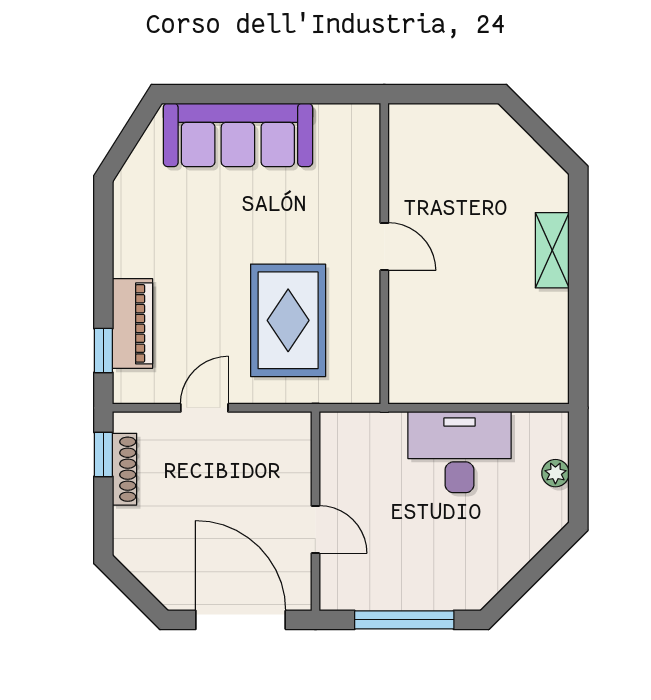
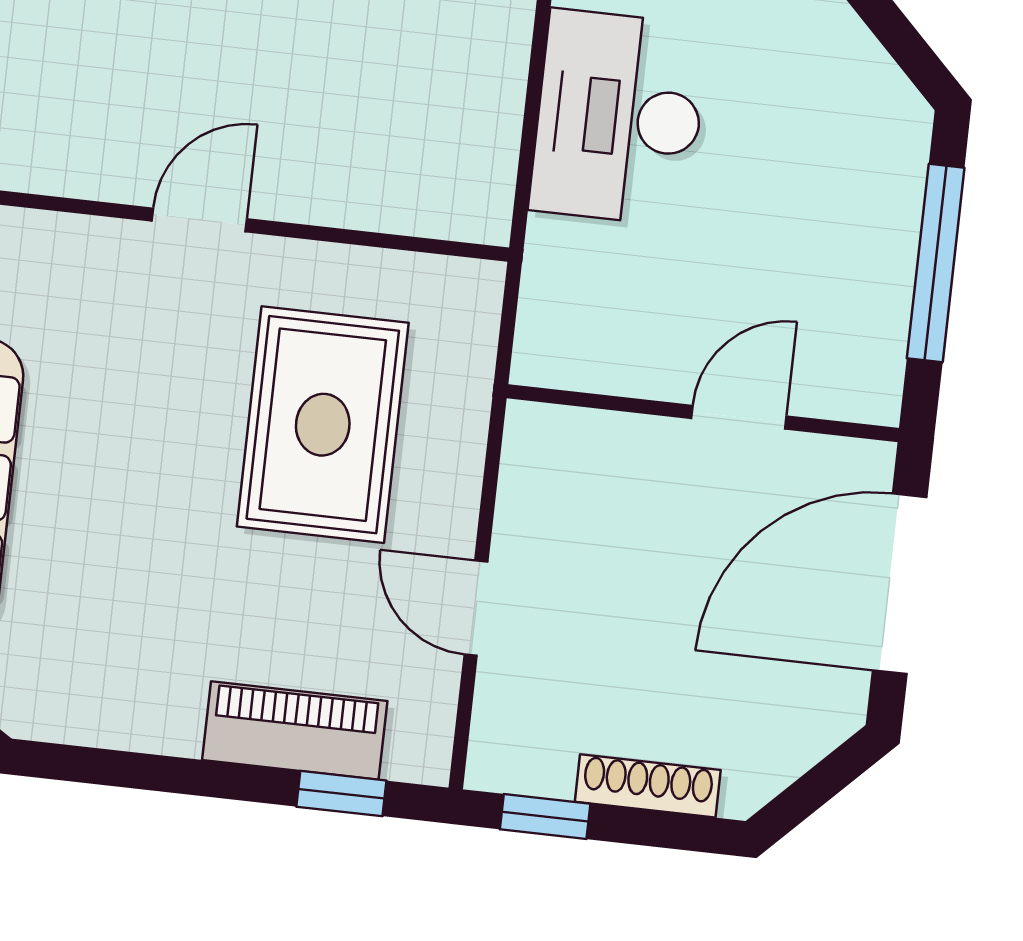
rug: (288, 320) -> (323, 425), turned 90
shoe rack: (125, 469) -> (648, 786), moved

